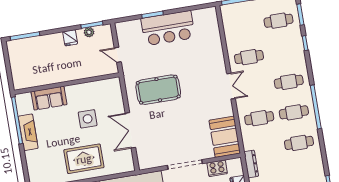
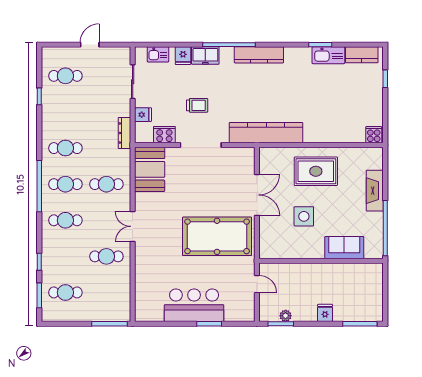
fridge: (70, 38) -> (325, 313), moved
pool table: (158, 90) -> (217, 236), width x1.36, depth x1.32
fireplace: (28, 132) -> (375, 191), moved

